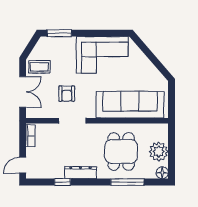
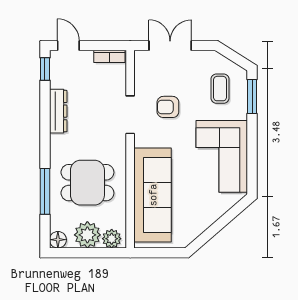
coffee table: (39, 67) -> (220, 89), moved
double door: (23, 92) -> (170, 46), swing flipped
plant: (161, 134) -> (112, 239), added
dresser: (80, 173) -> (58, 111), moved
window: (62, 182) -> (45, 69), moved

